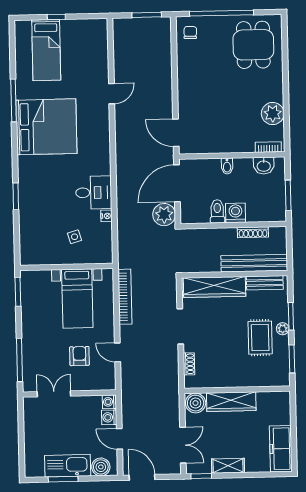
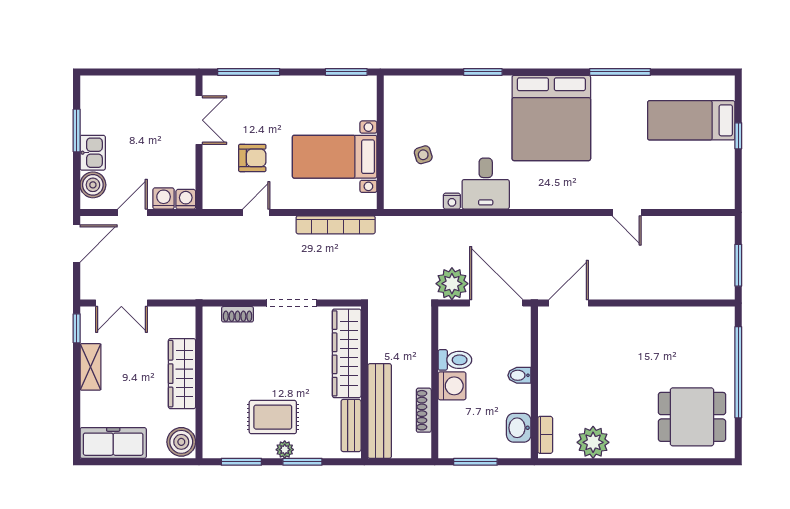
chair: (190, 33) -> (712, 327), removed
bed: (46, 127) -> (551, 118), moved
boiler: (196, 403) -> (181, 442), moved
kitchen sink: (68, 466) -> (93, 153), width x0.53, depth x0.81

